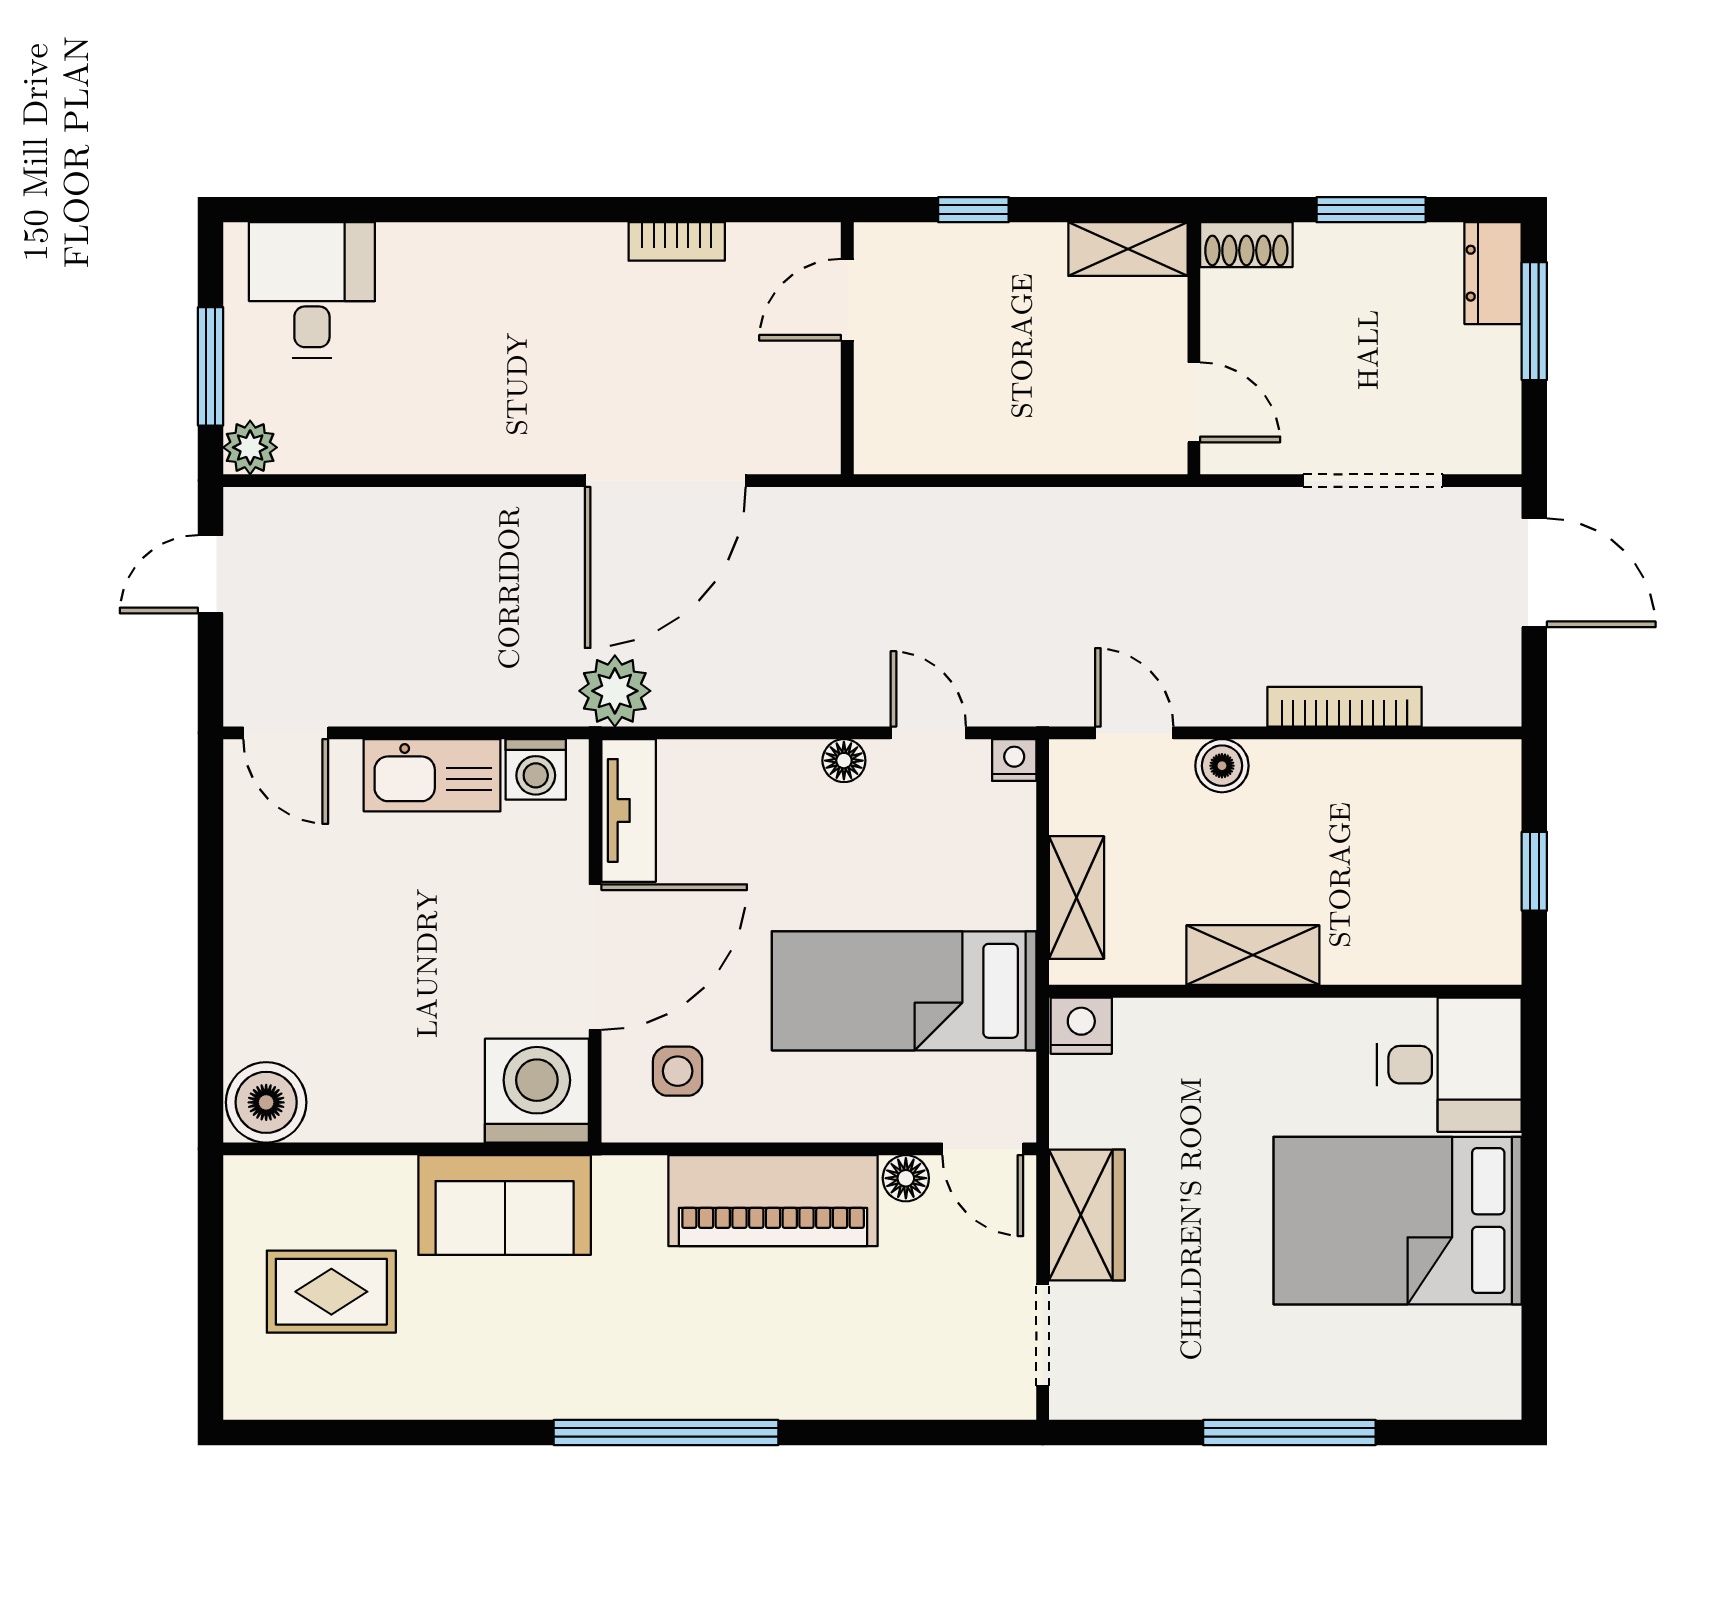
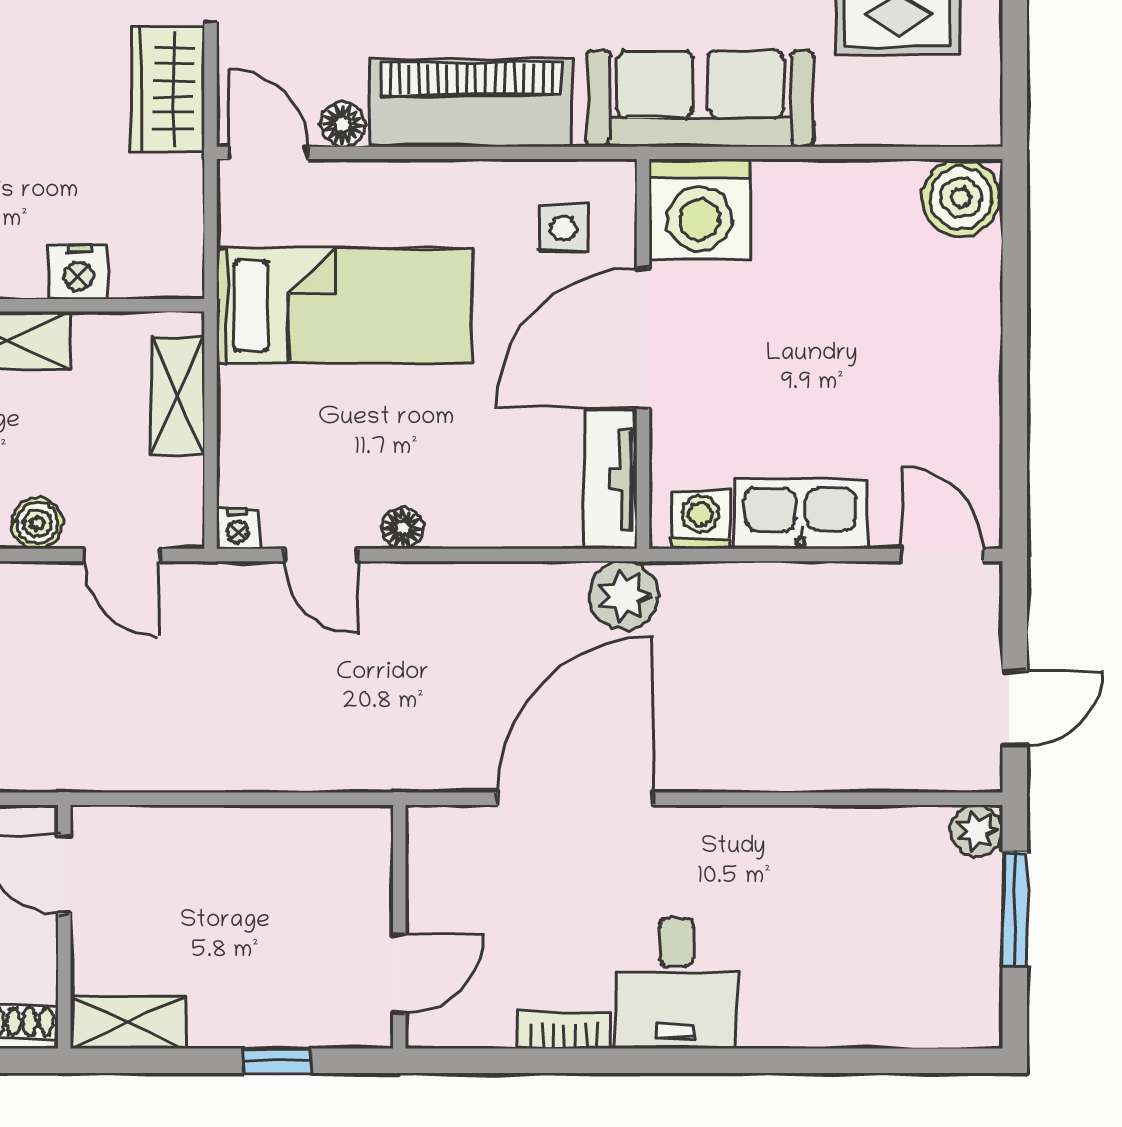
desk: (312, 290) -> (676, 983), moved
nightstand: (1081, 1026) -> (79, 272), moved
sofa: (505, 1205) -> (700, 99), width x1.36

